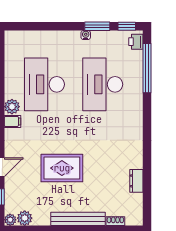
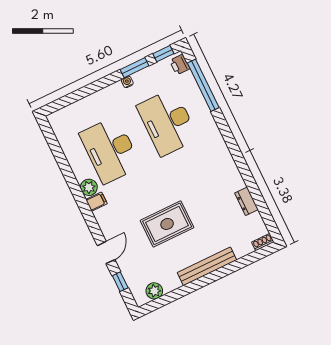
plant: (10, 220) -> (141, 299), removed
shoe rack: (115, 221) -> (263, 242), moved

